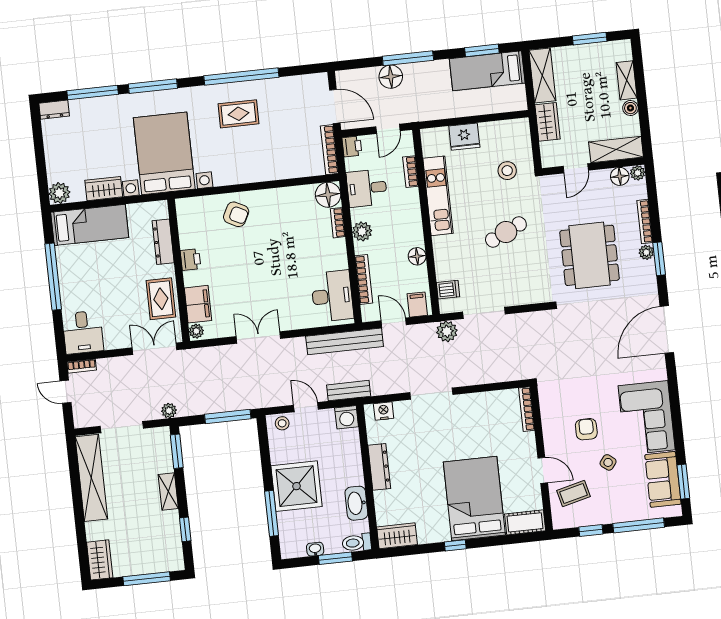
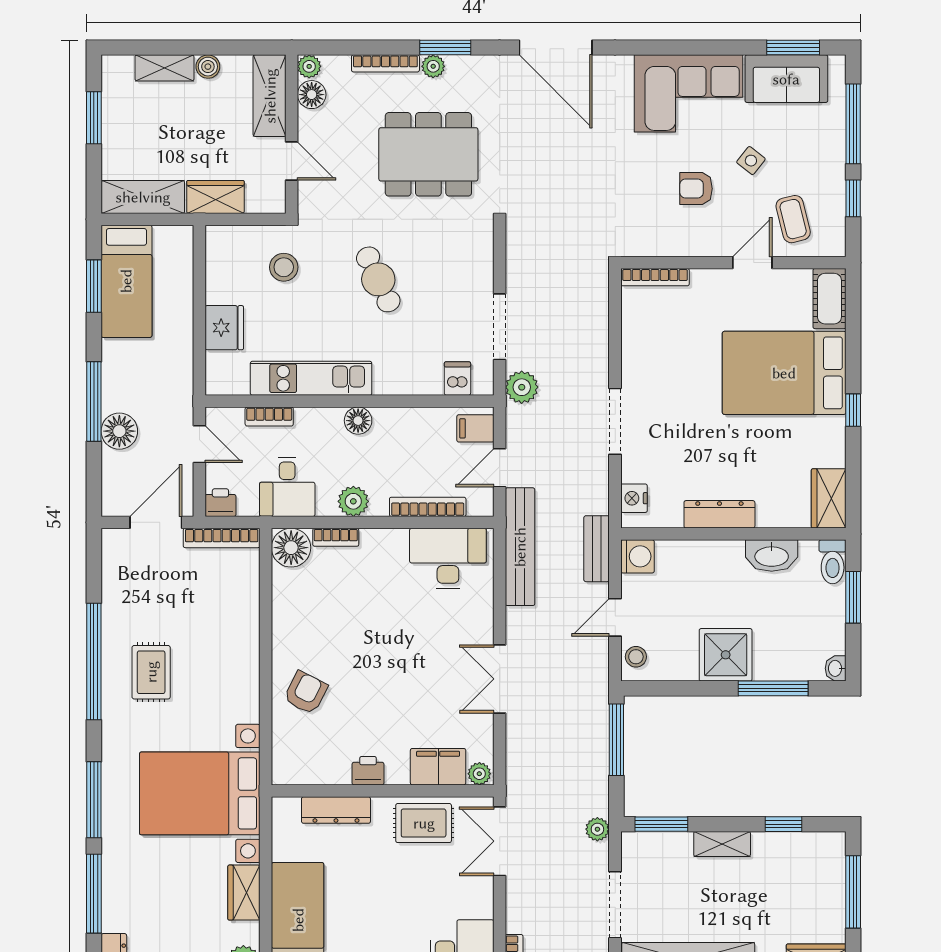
floor lamp: (417, 256) -> (358, 421), moved
shower: (297, 486) -> (726, 655), width x0.73, depth x0.73
washbasin: (315, 549) -> (836, 668), moved

